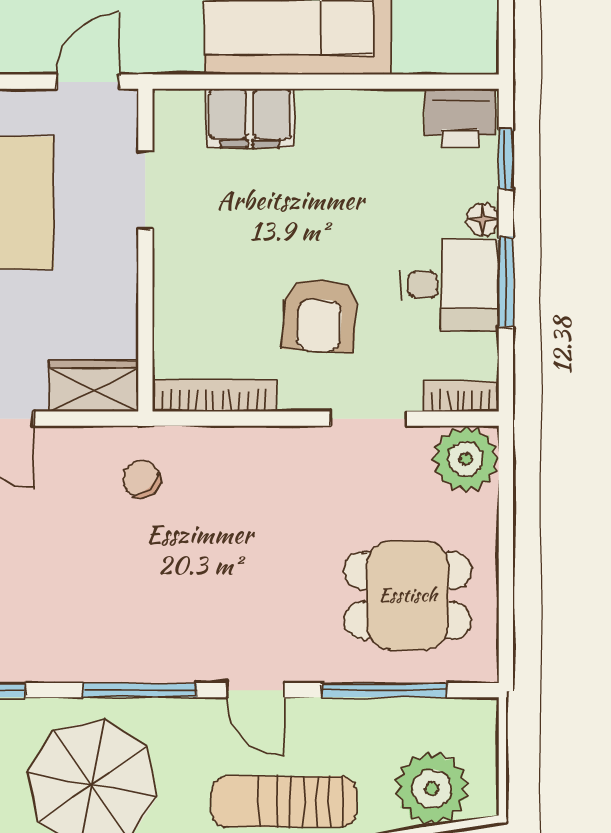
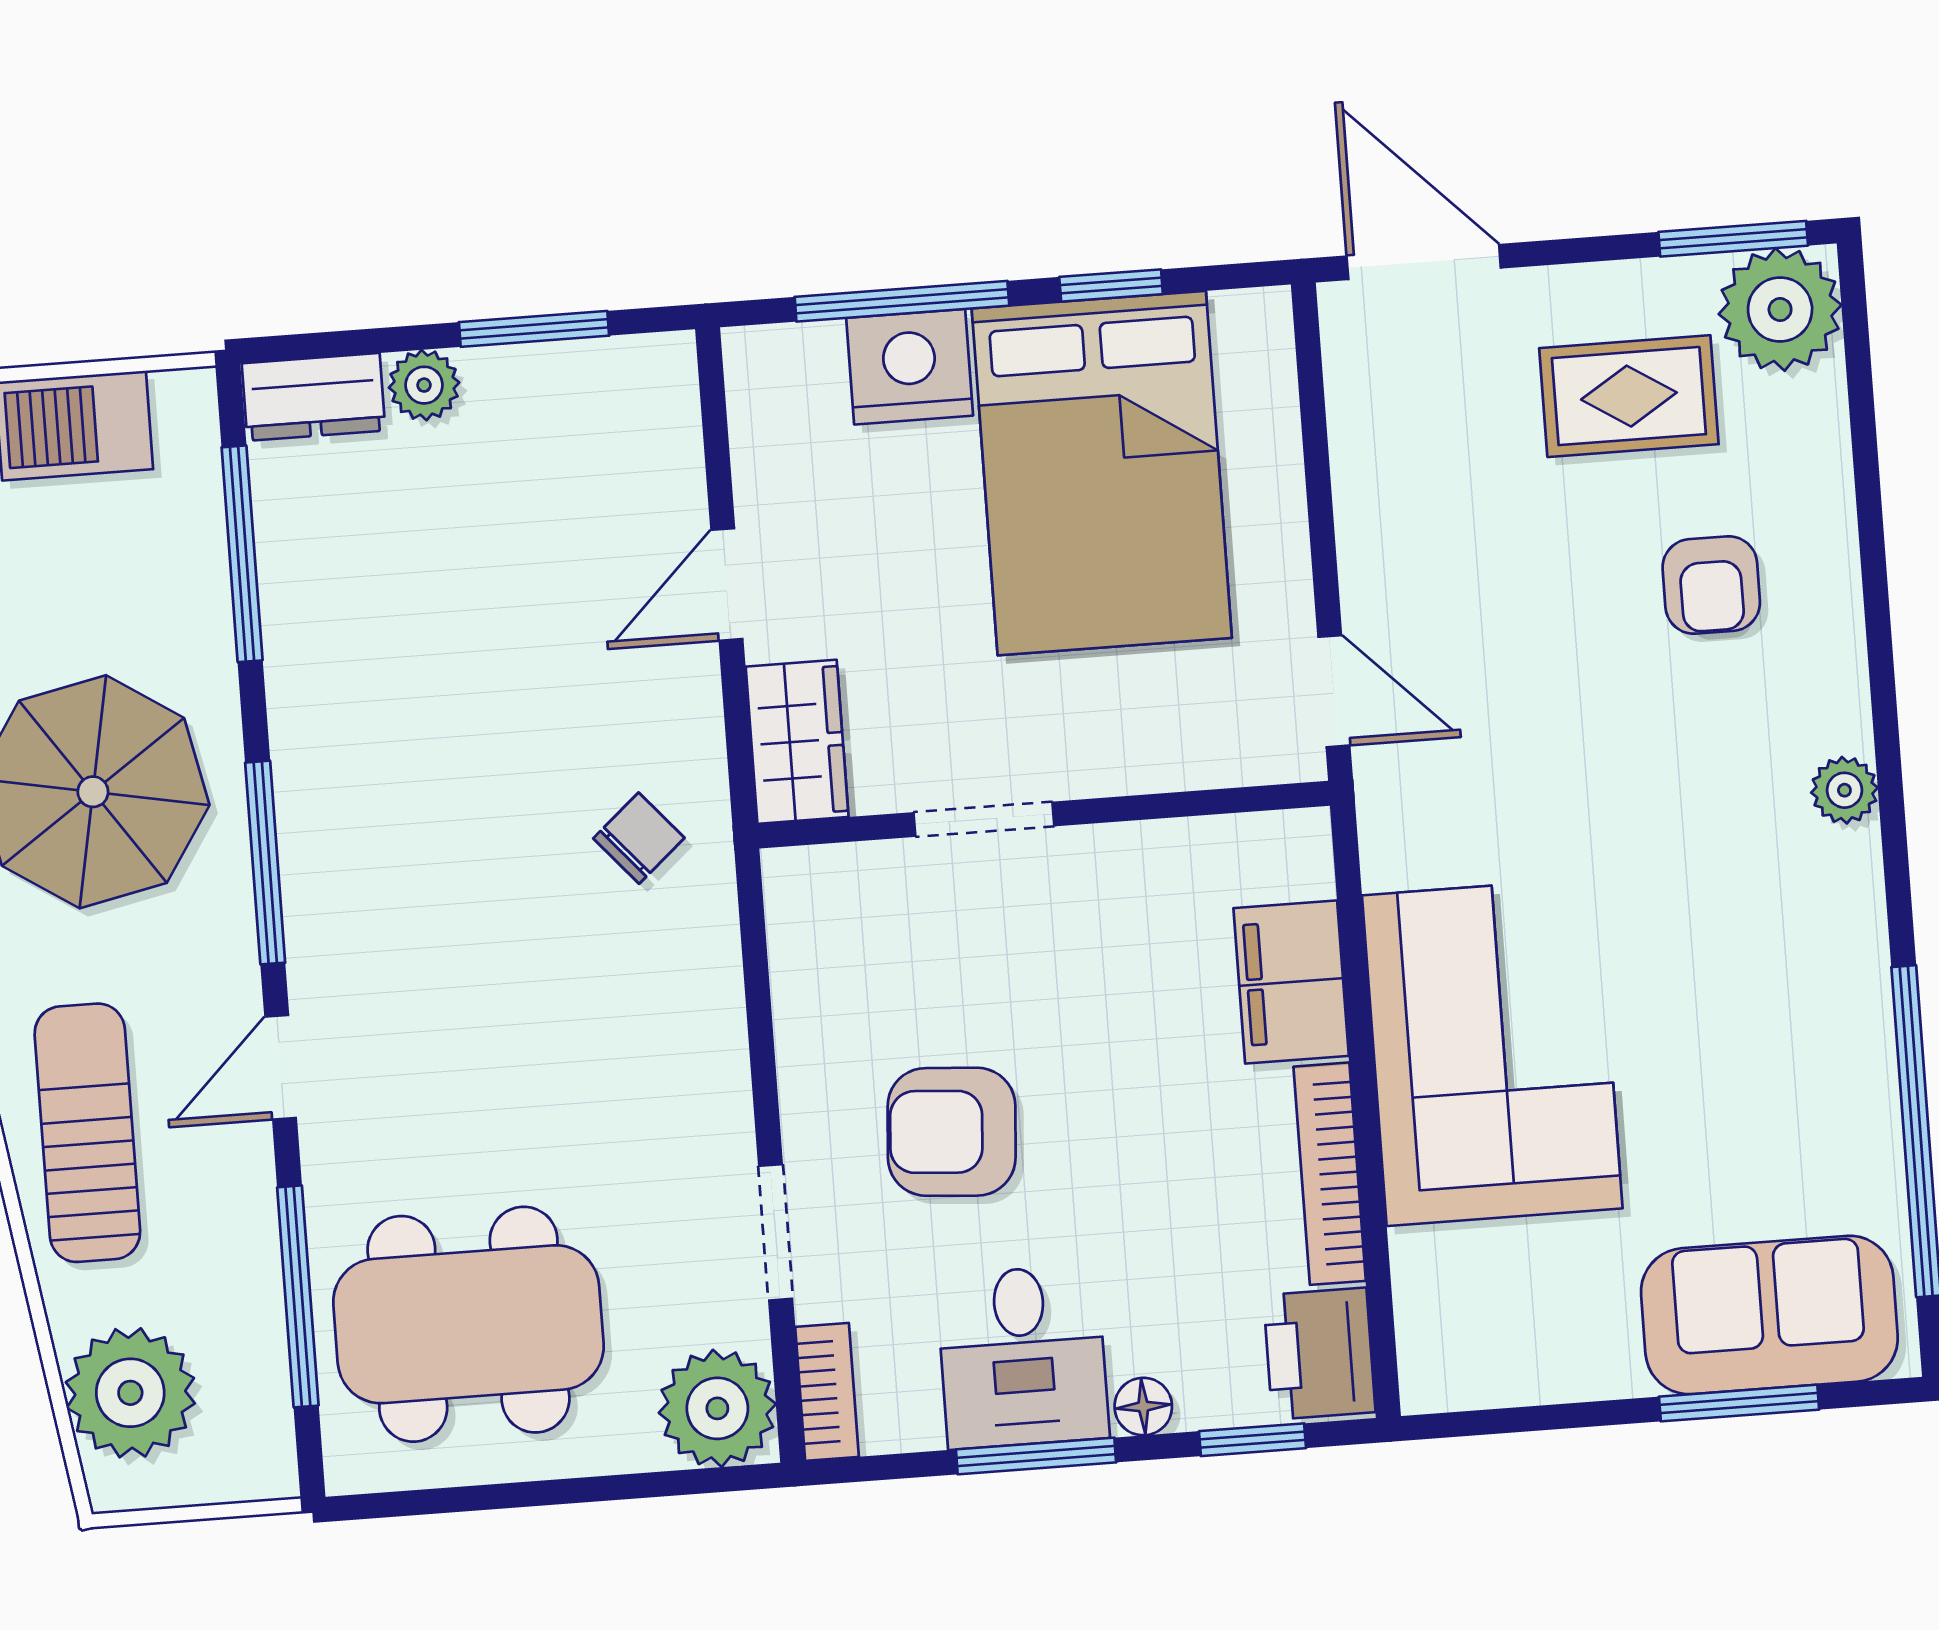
doorway: (145, 190) -> (984, 819), moved
bookcase: (214, 396) -> (1330, 1174), moved, turned 180
dining table: (408, 595) -> (468, 1324), width x1.38

